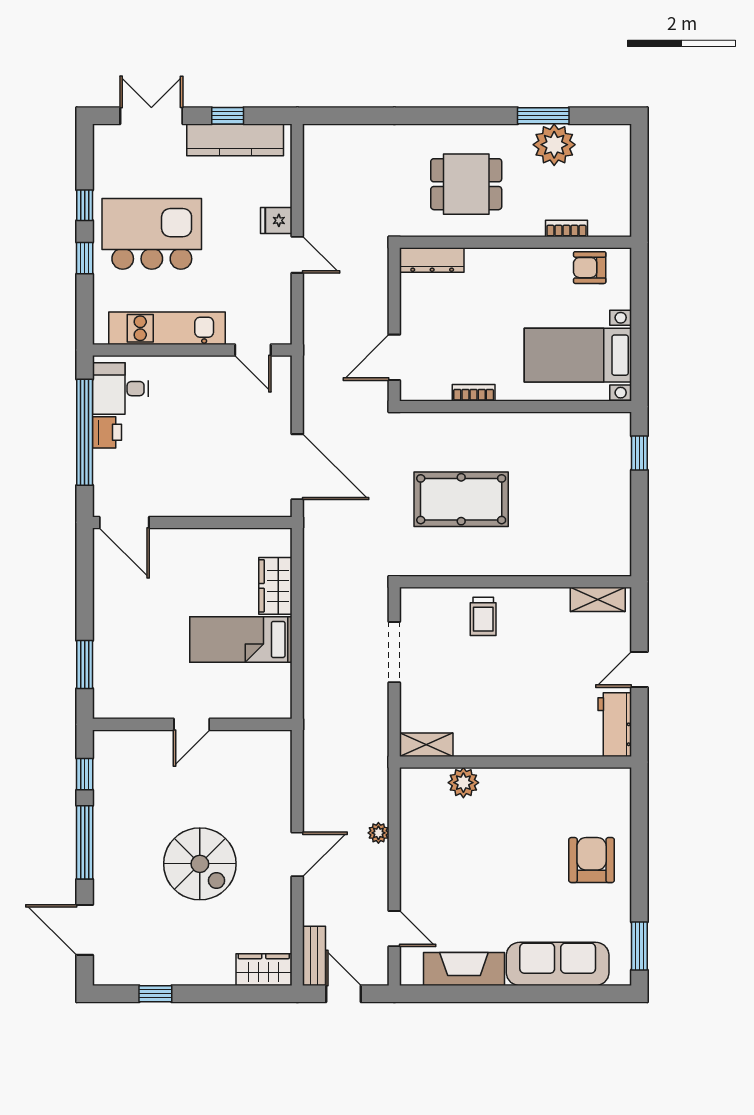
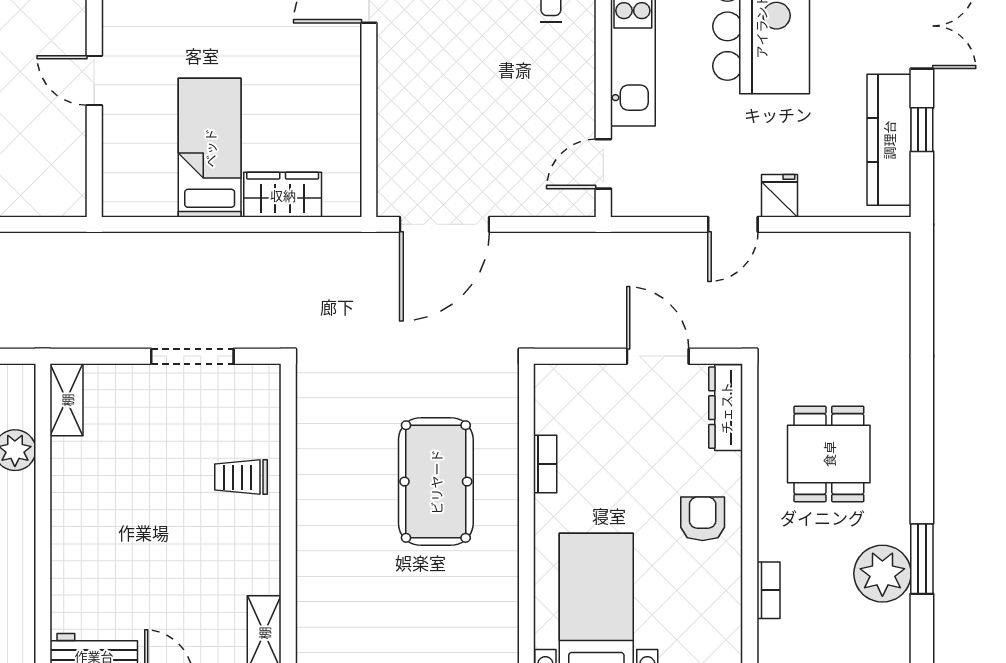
armchair: (590, 268) -> (703, 519), moved
door: (394, 357) -> (658, 356), moved
pool table: (461, 499) -> (436, 482), moved

